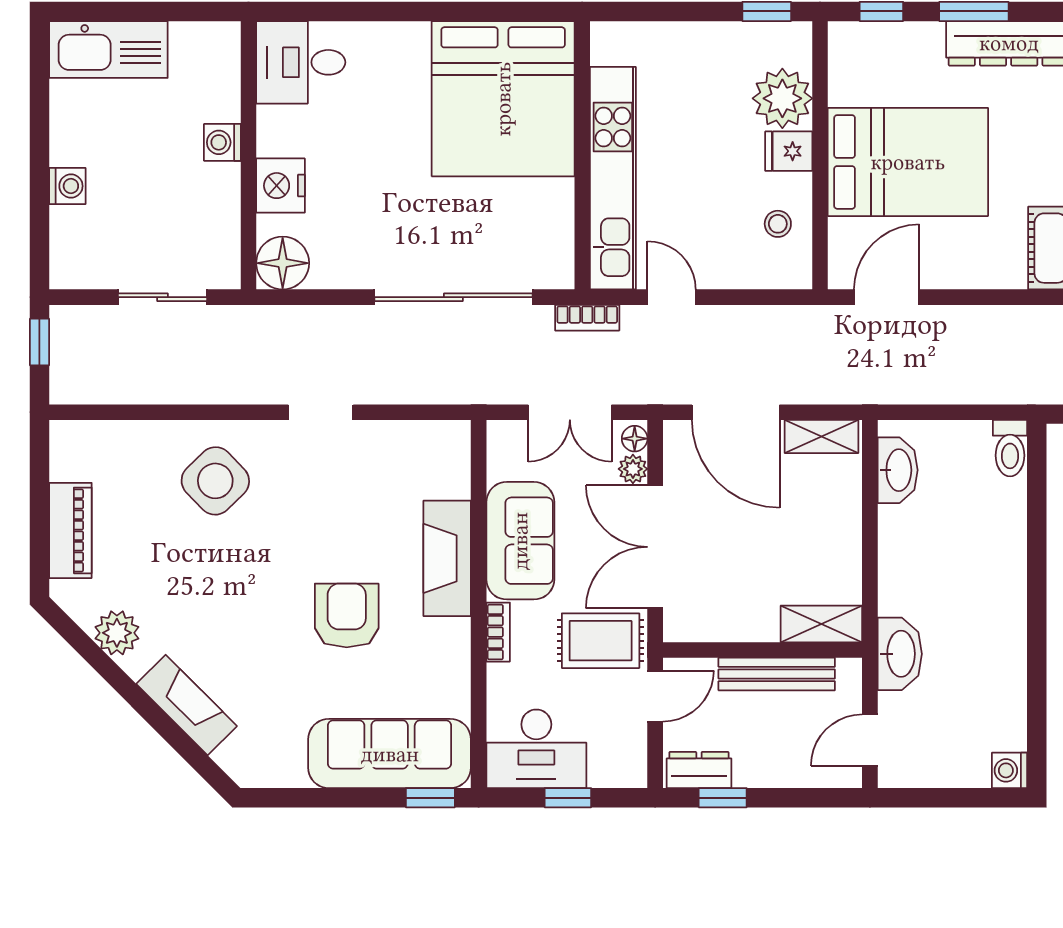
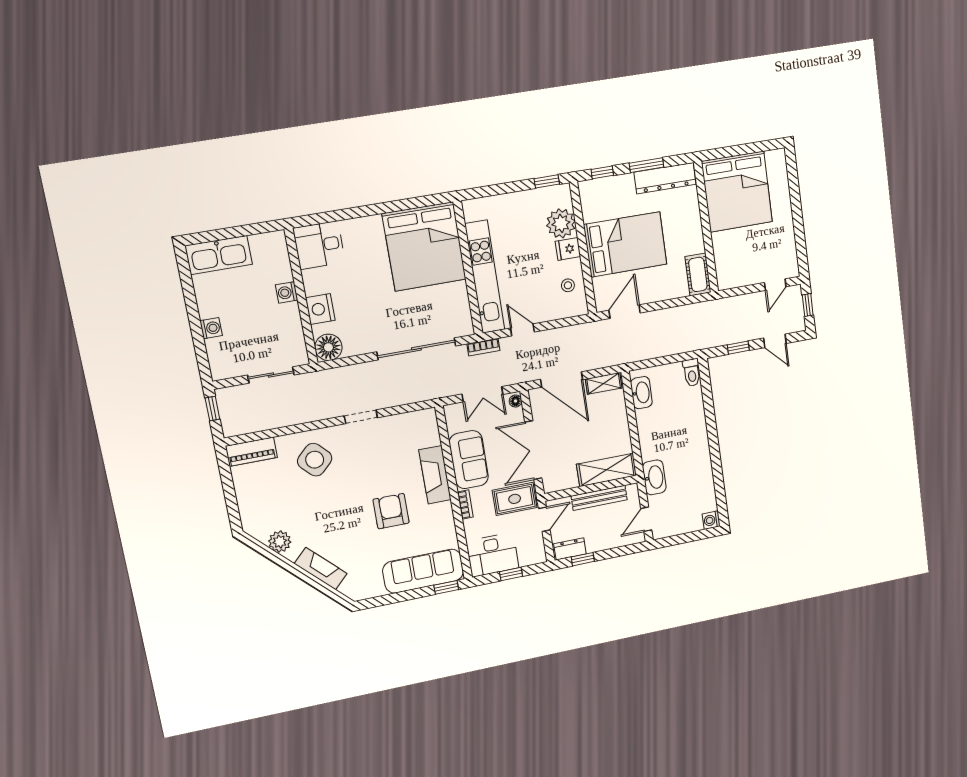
plant: (633, 469) -> (517, 416), removed
piano: (70, 530) -> (251, 452), moved, turned 90
shelving: (821, 624) -> (607, 470), width x1.50, depth x1.33

